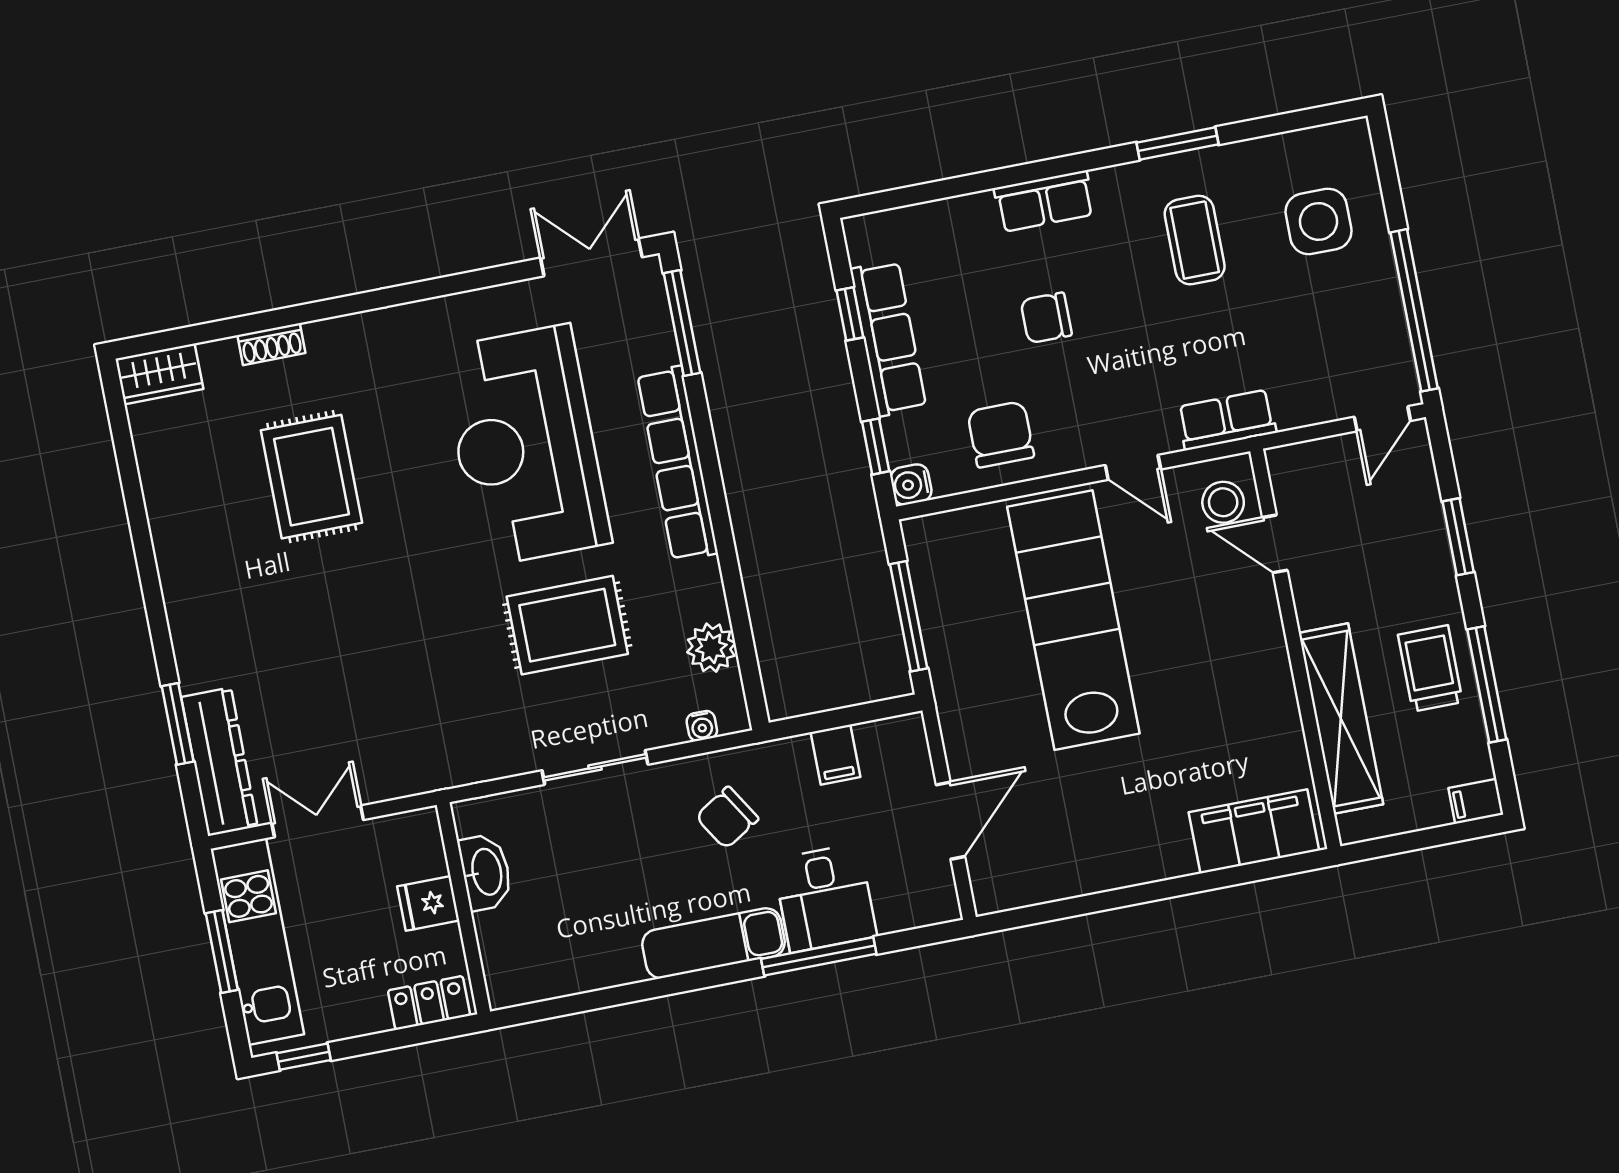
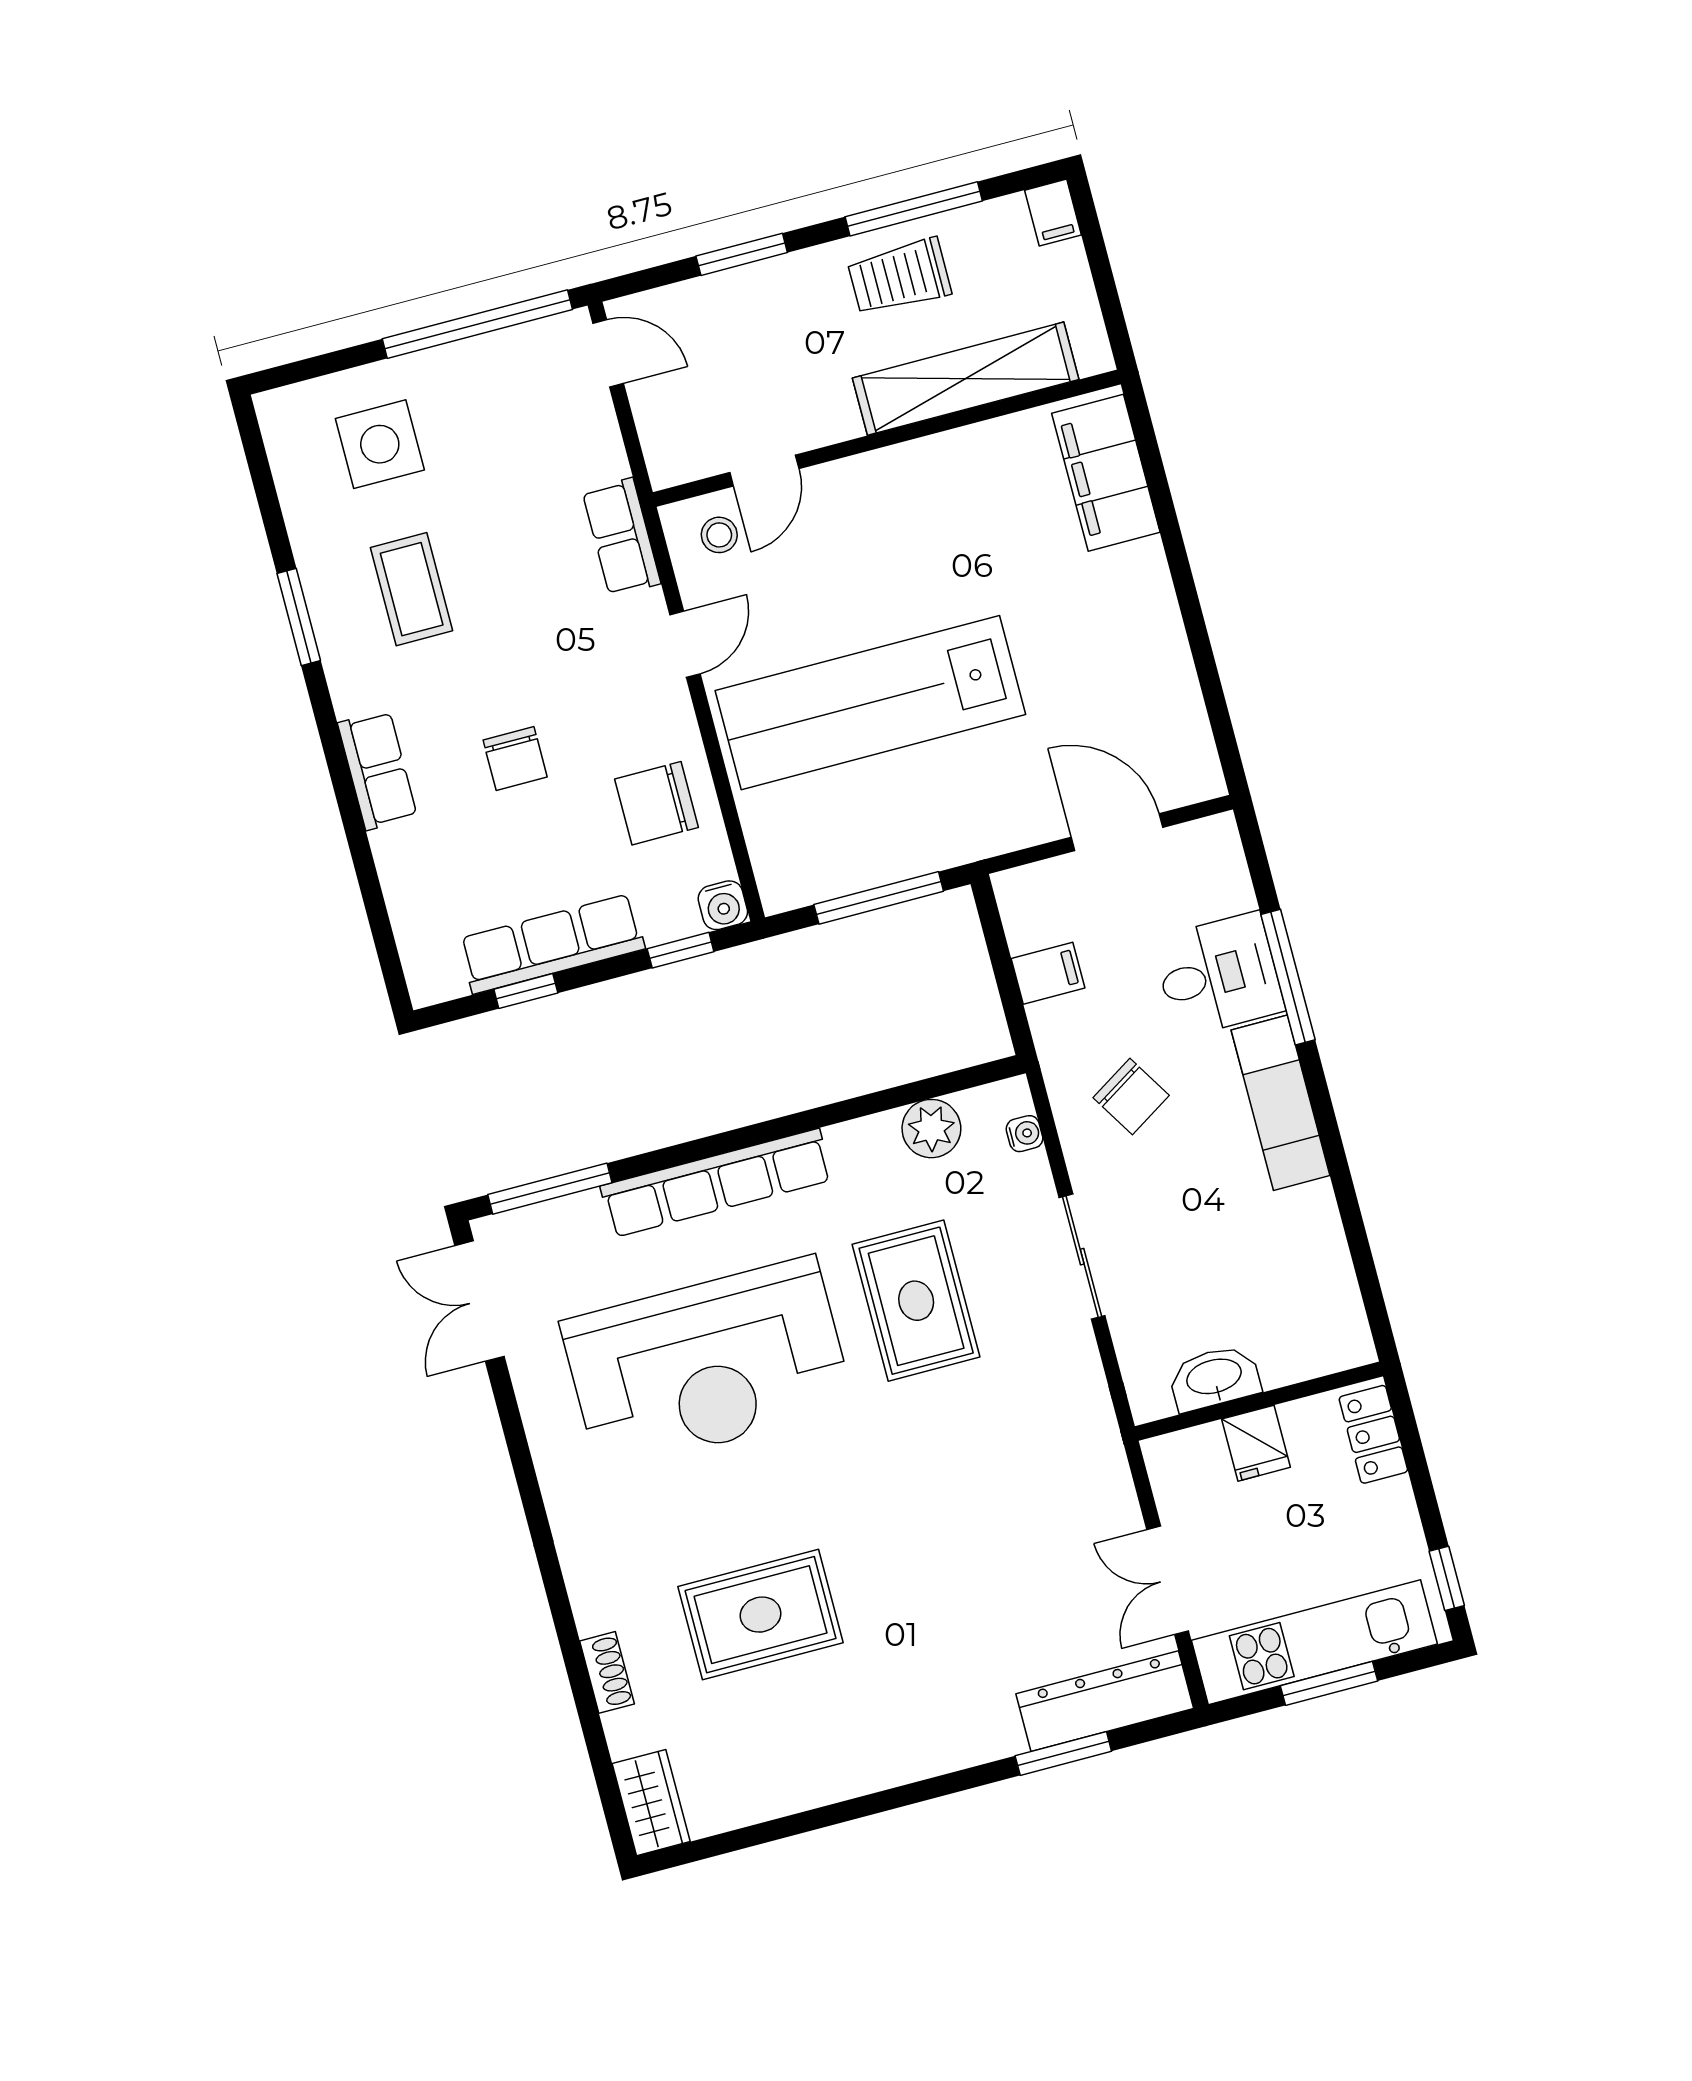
coffee table: (1195, 240) -> (412, 589), turned 90
stool: (1223, 502) -> (719, 535), width x0.73, depth x0.73

